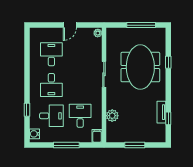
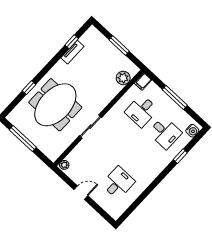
desk: (51, 54) -> (118, 183), turned 180
desk: (51, 85) -> (142, 158), removed
desk: (51, 116) -> (165, 133), turned 180
plant: (112, 116) -> (123, 78), moved

